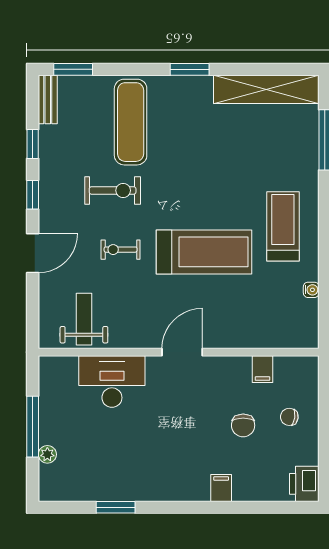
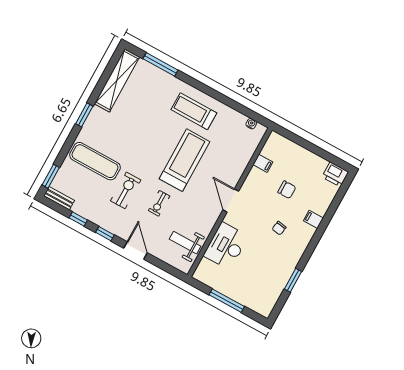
water cooler: (311, 290) -> (251, 124), moved
chair: (289, 417) -> (279, 228), moved
plant: (47, 454) -> (246, 301), removed

